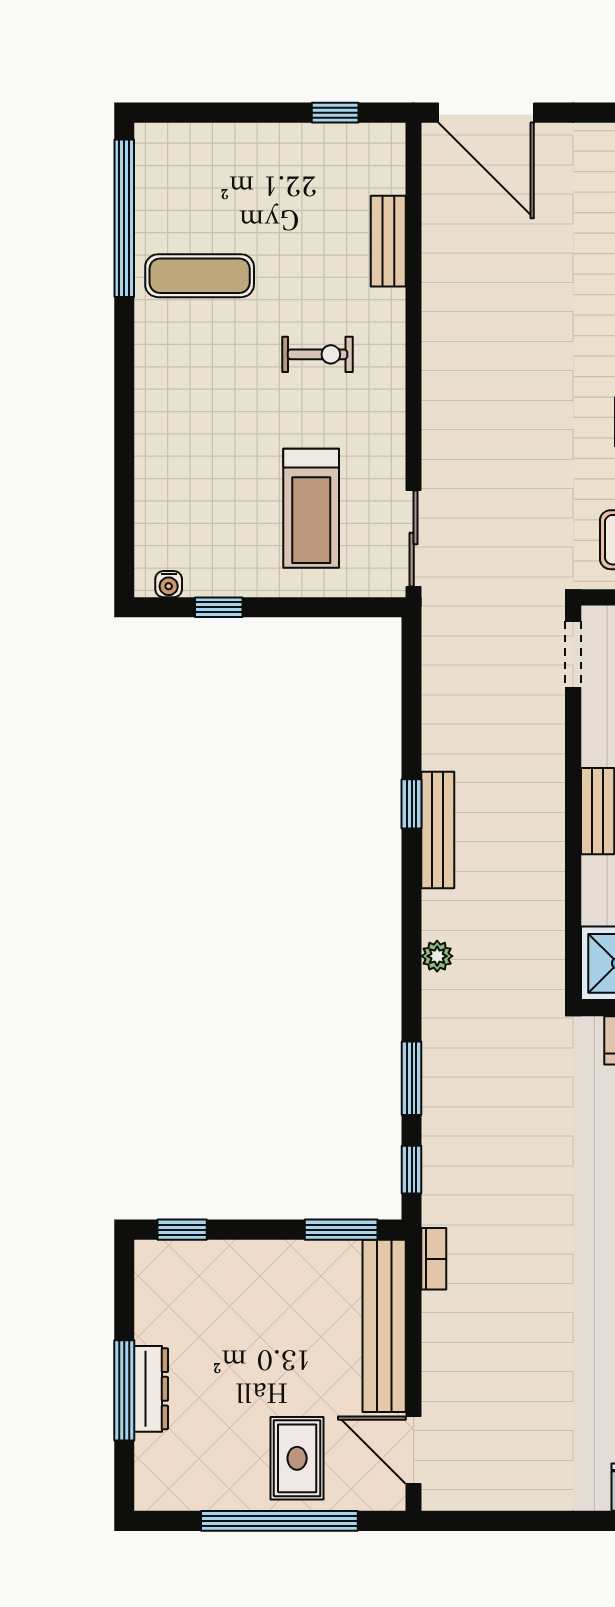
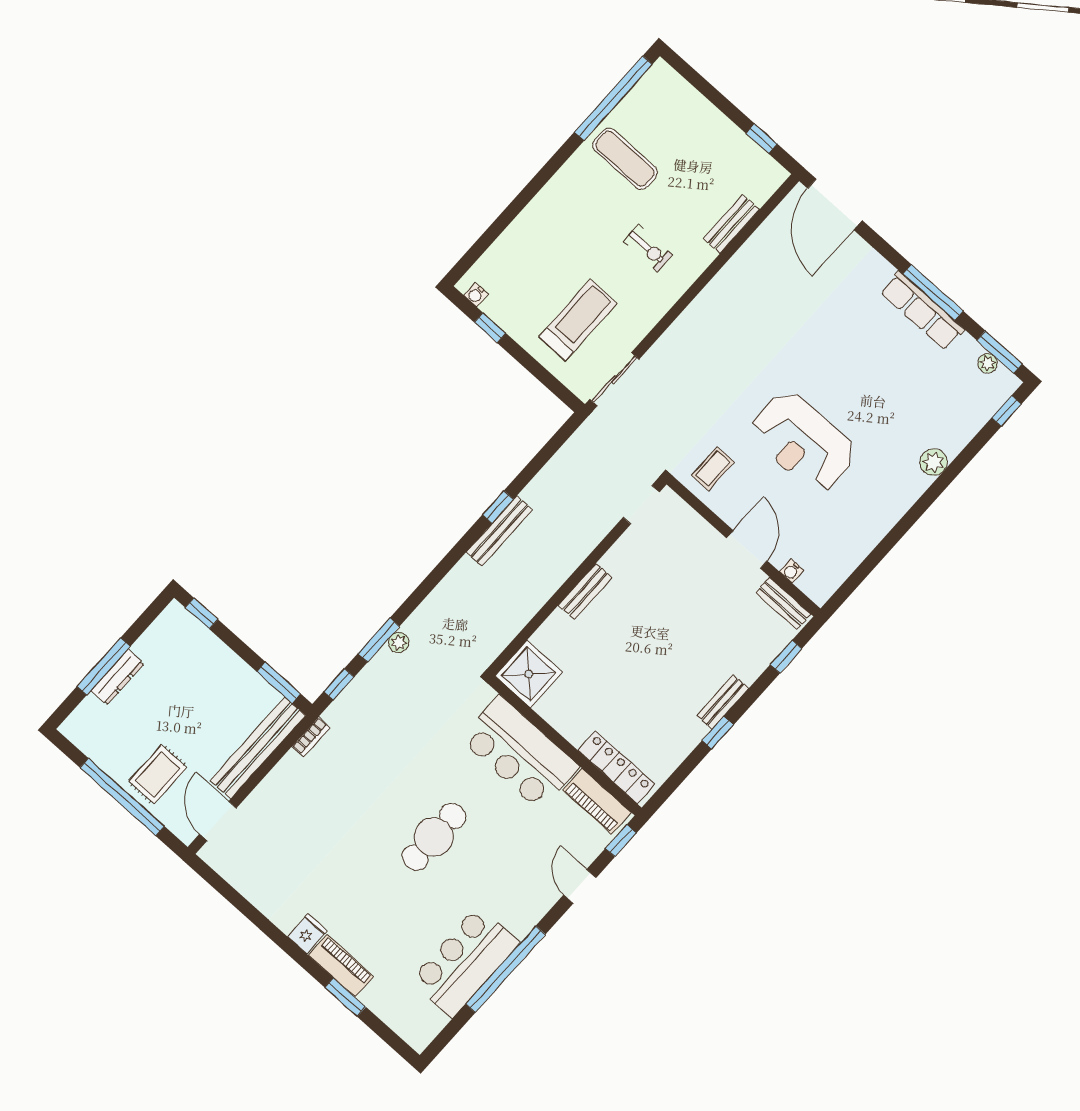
treadmill: (311, 508) -> (578, 320), turned 180
plant: (437, 956) -> (399, 643), moved

